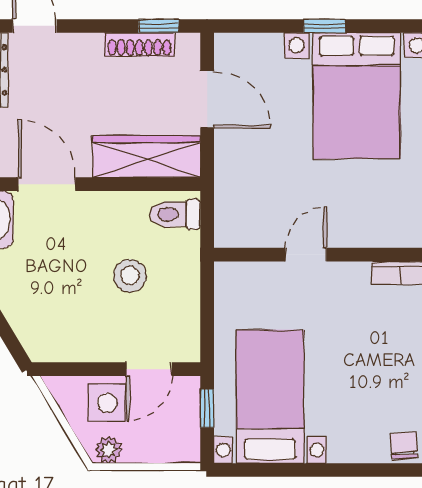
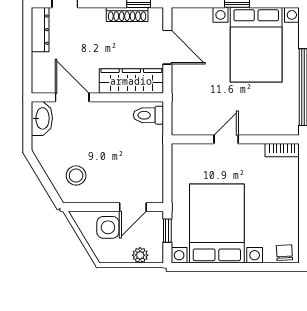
stool: (130, 276) -> (76, 175), moved
bed with nightstands: (270, 397) -> (217, 224), width x1.36
plant: (109, 450) -> (140, 255), moved

